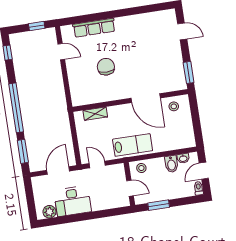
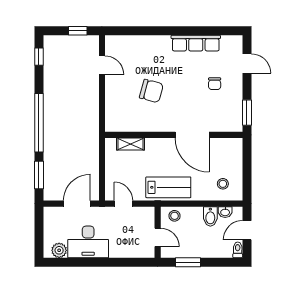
row of seats: (94, 28) -> (196, 43), moved
chair: (158, 52) -> (215, 84), added
chair: (106, 67) -> (151, 91), turned 105
stool: (174, 106) -> (223, 184), moved

